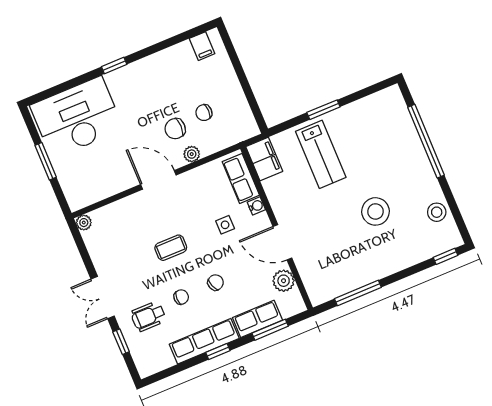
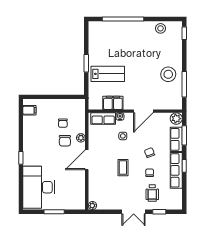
filing cabinet: (264, 159) -> (113, 103), moved
stool: (375, 211) -> (168, 74), moved
plant: (284, 281) -> (176, 119), moved

